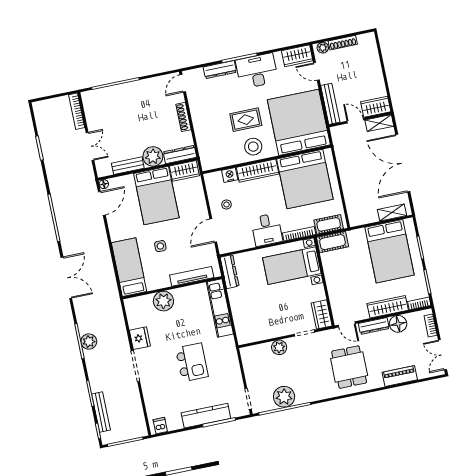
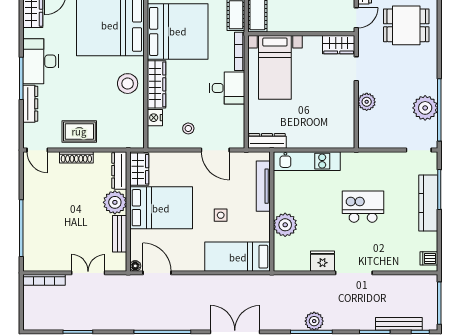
rug: (246, 120) -> (79, 131), moved, turned 90

